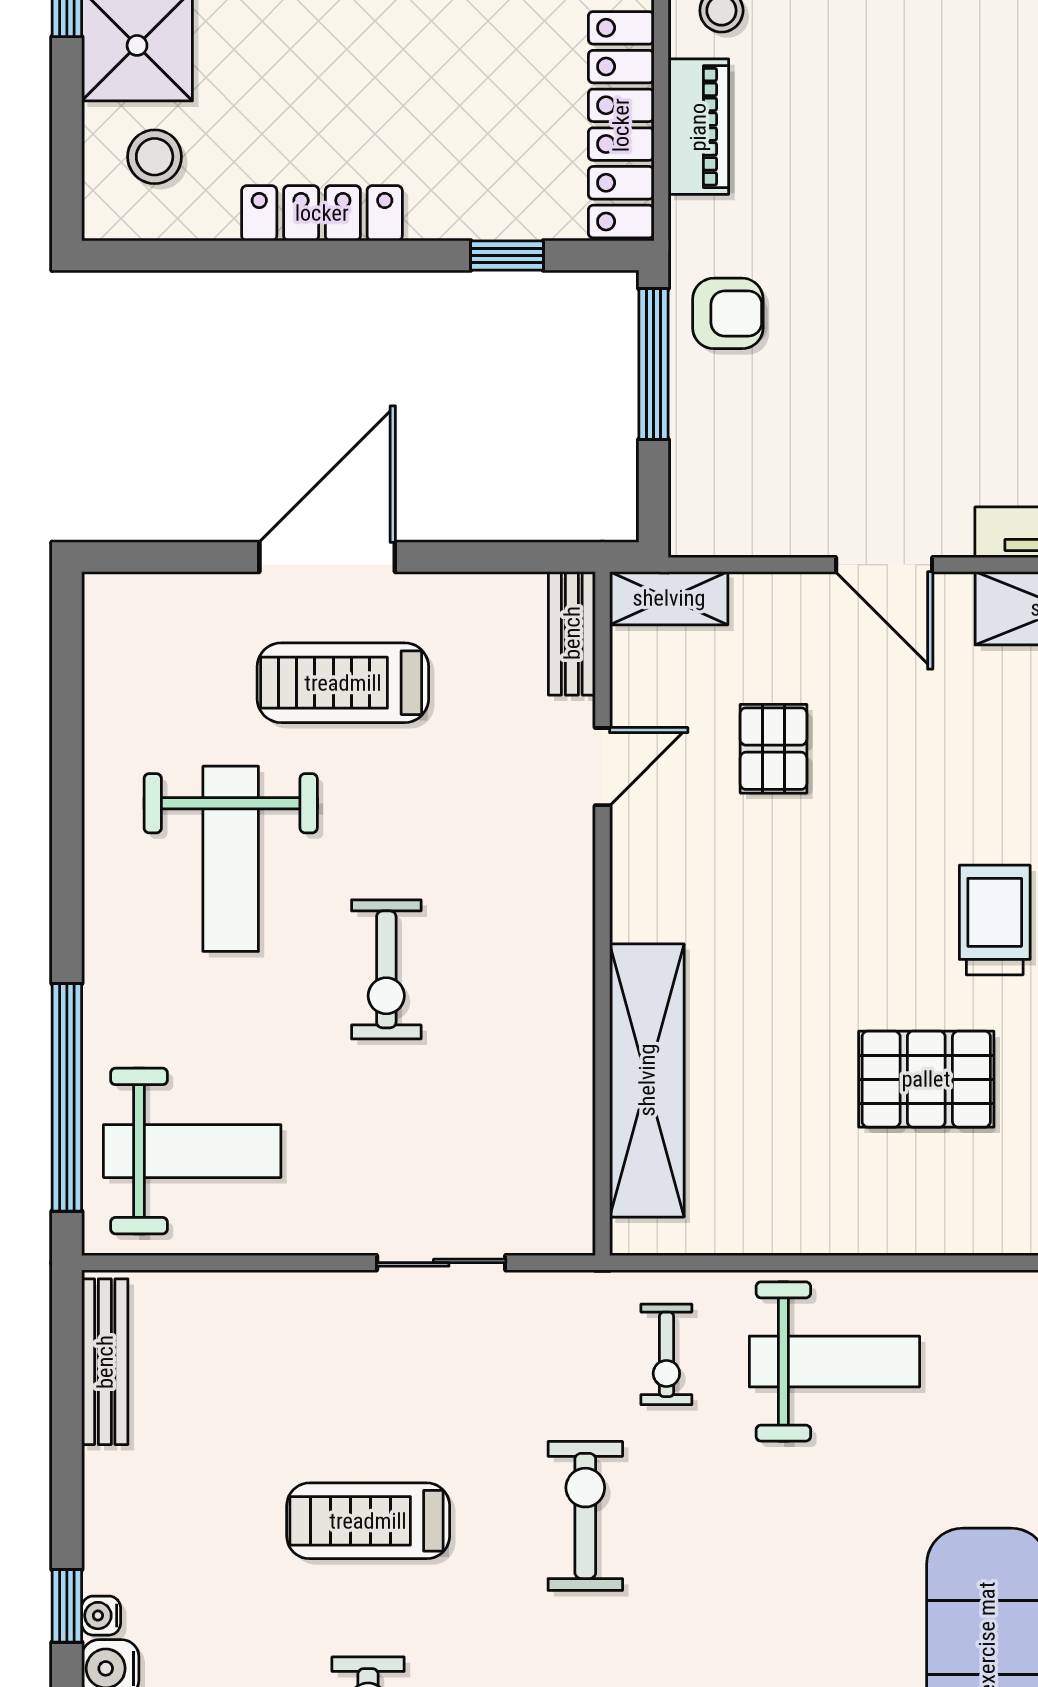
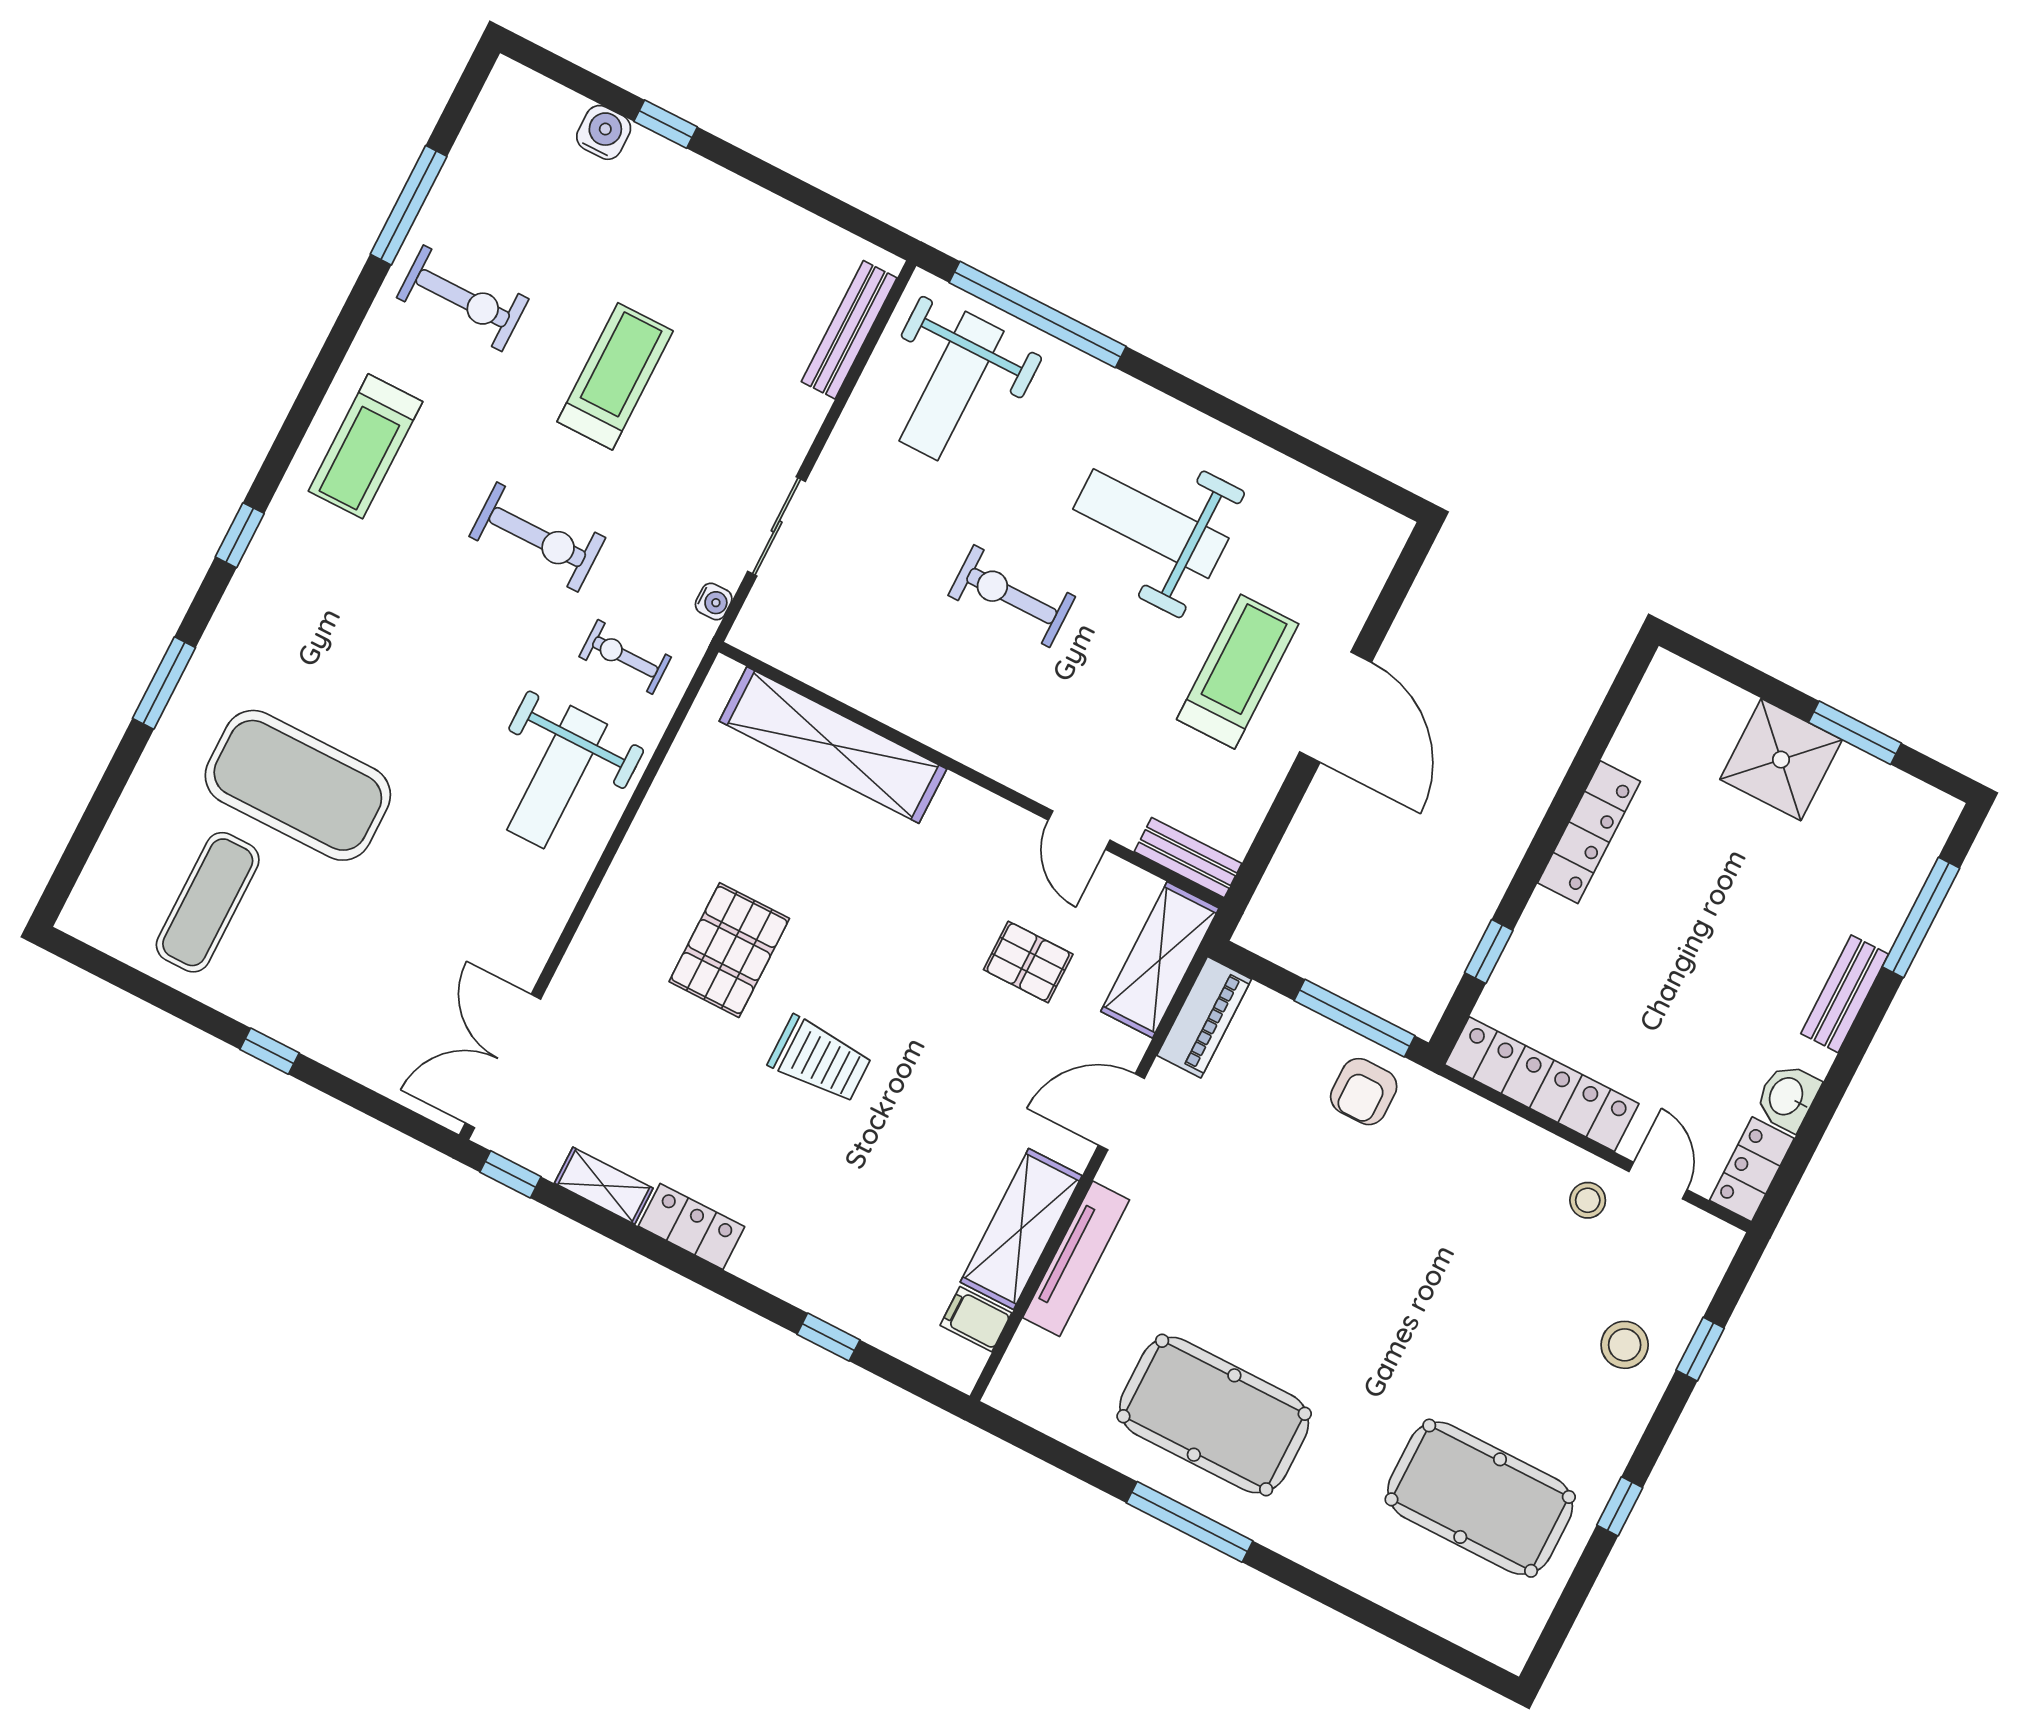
piano: (698, 127) -> (1204, 1017), moved, turned -90
stool: (155, 157) -> (1693, 731), removed
shelving: (669, 598) -> (1160, 960), width x1.50, depth x1.33
bench: (105, 1362) -> (849, 330), moved, turned 90
water cooler: (101, 1616) -> (714, 602), moved, turned 90

